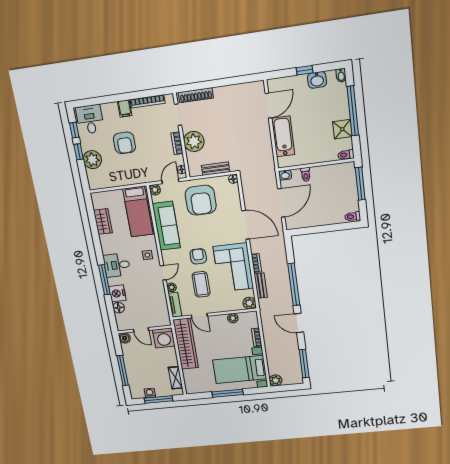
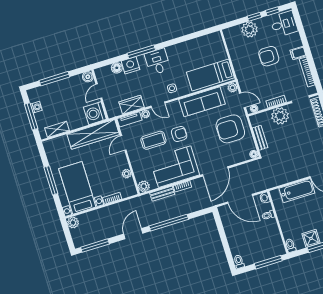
wardrobe: (103, 222) -> (132, 105), moved, turned 180

